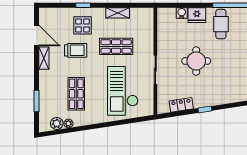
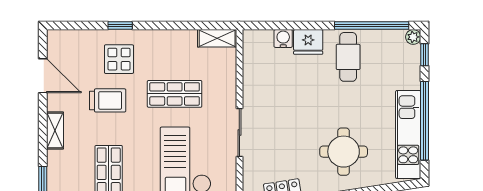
shelving: (118, 13) -> (217, 38), moved
shelving: (44, 58) -> (55, 131), moved
round table: (196, 61) -> (344, 152), moved

